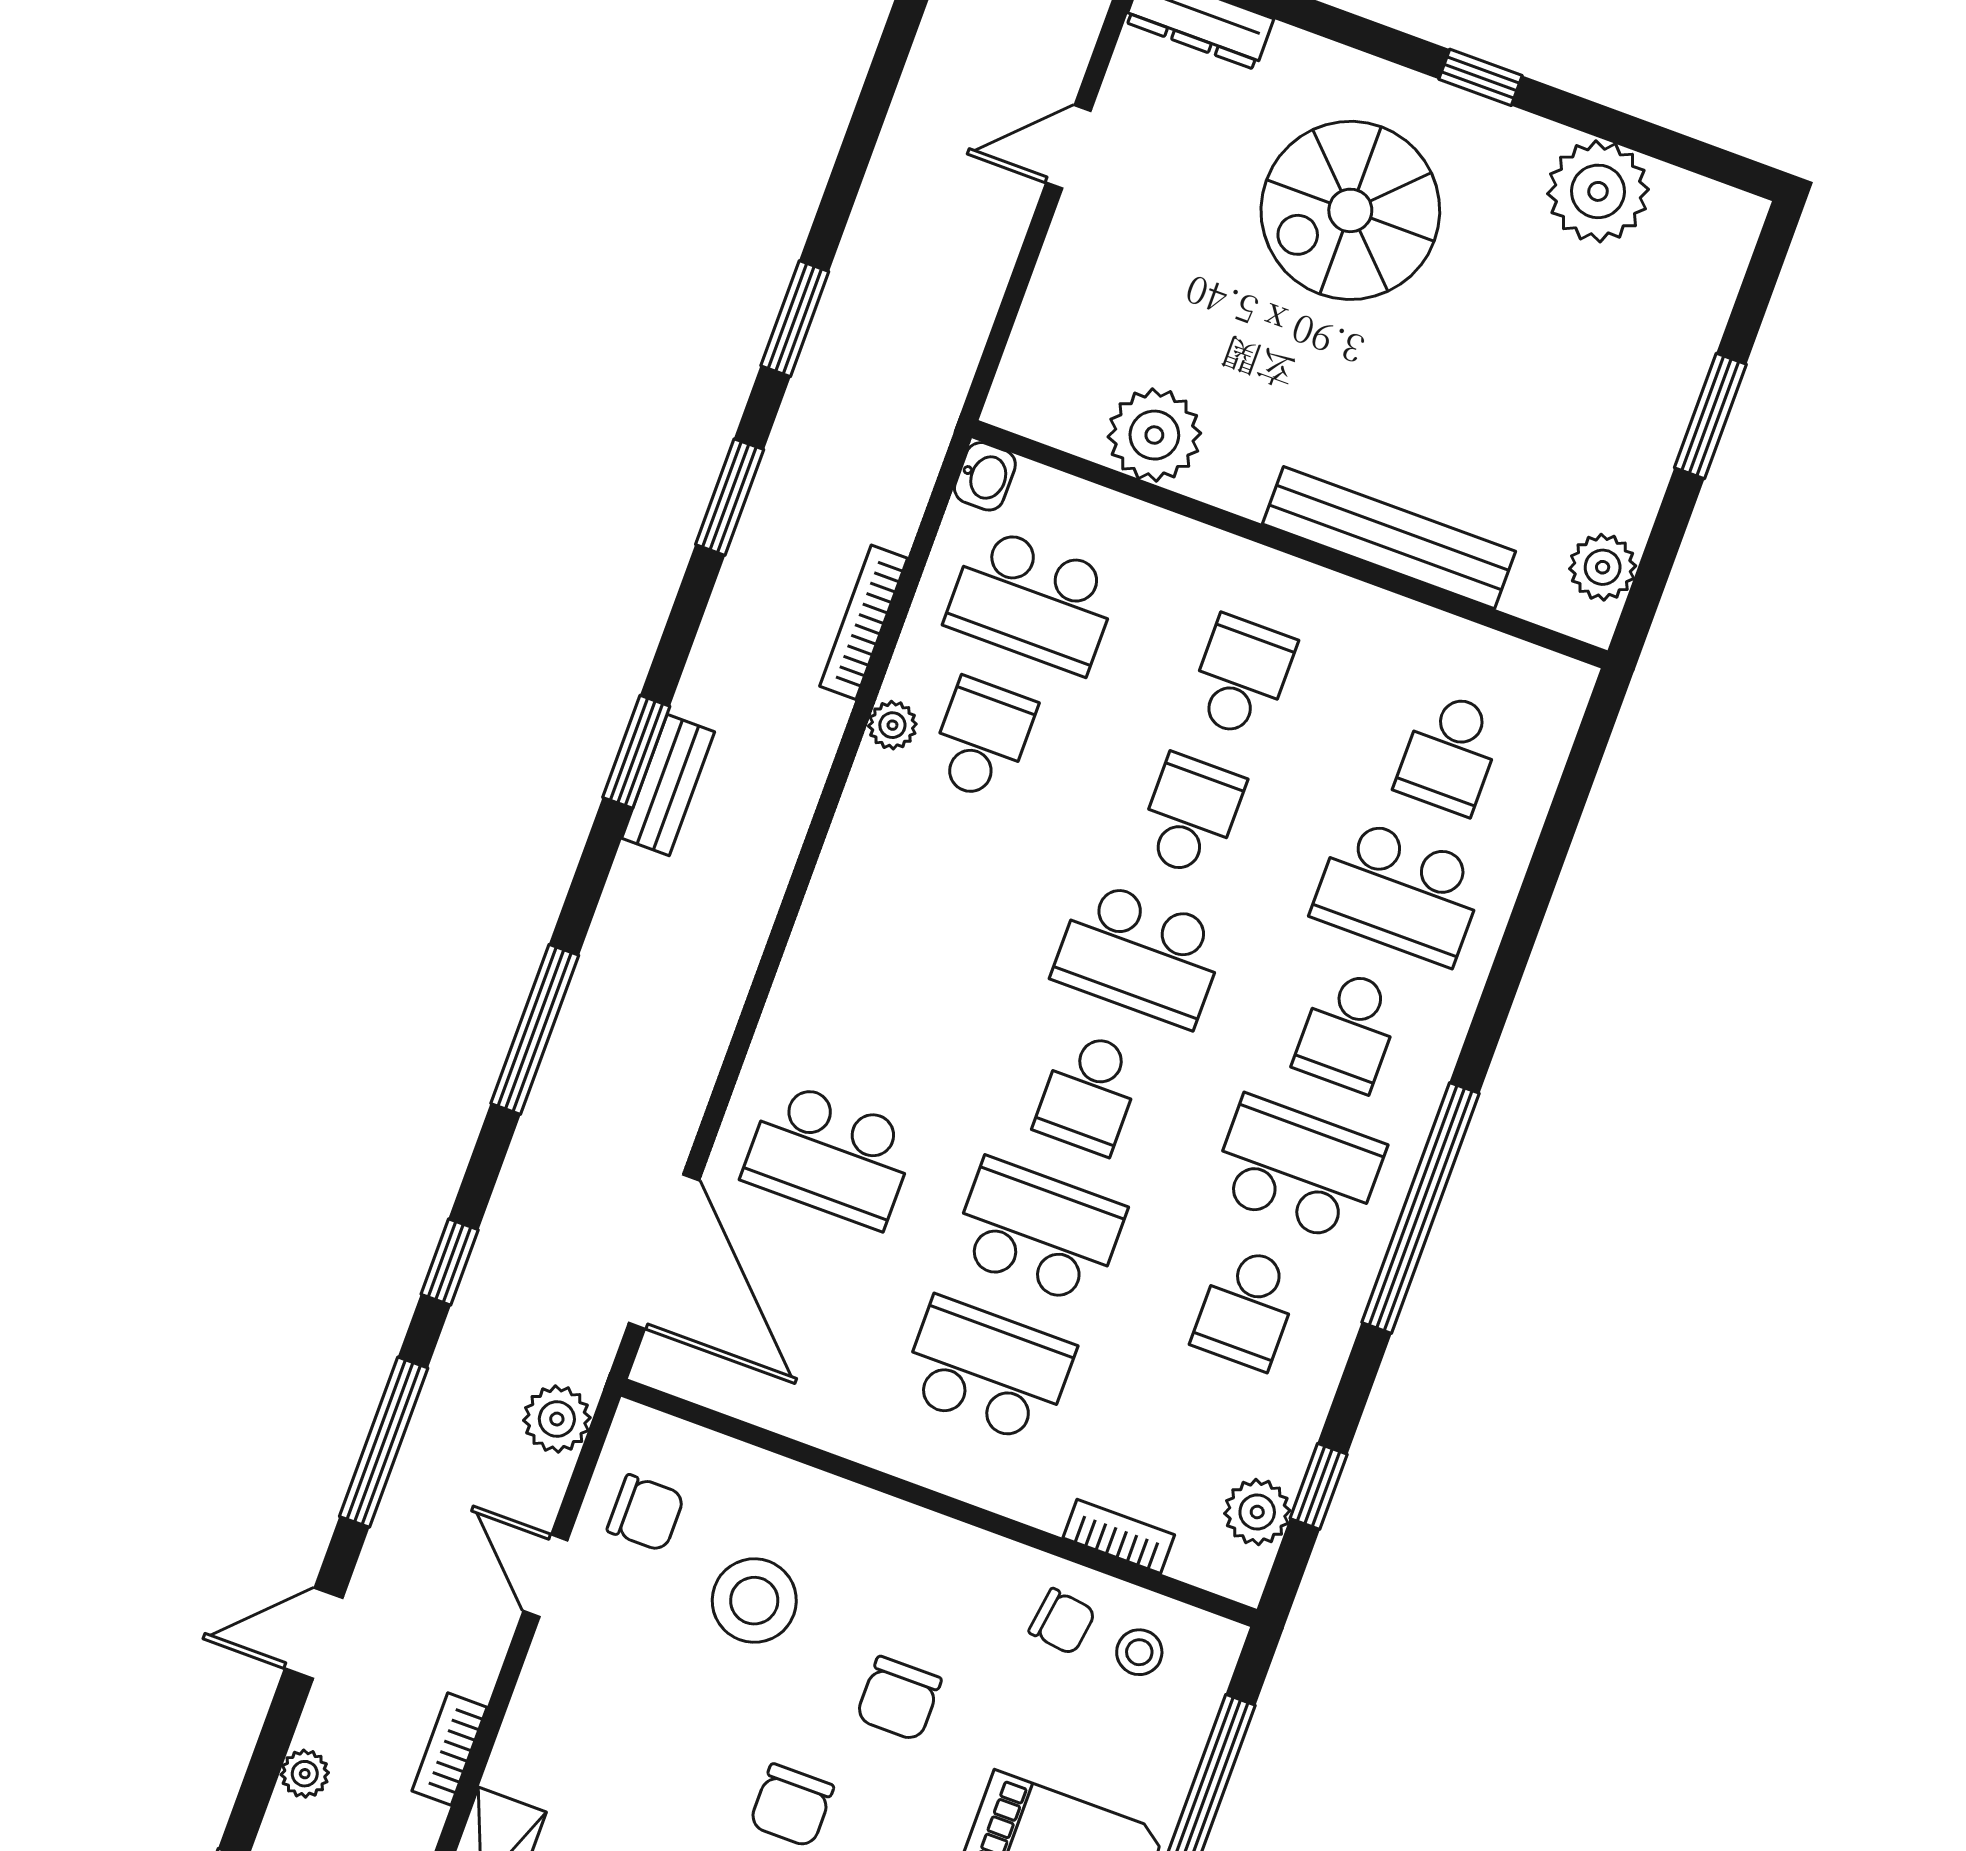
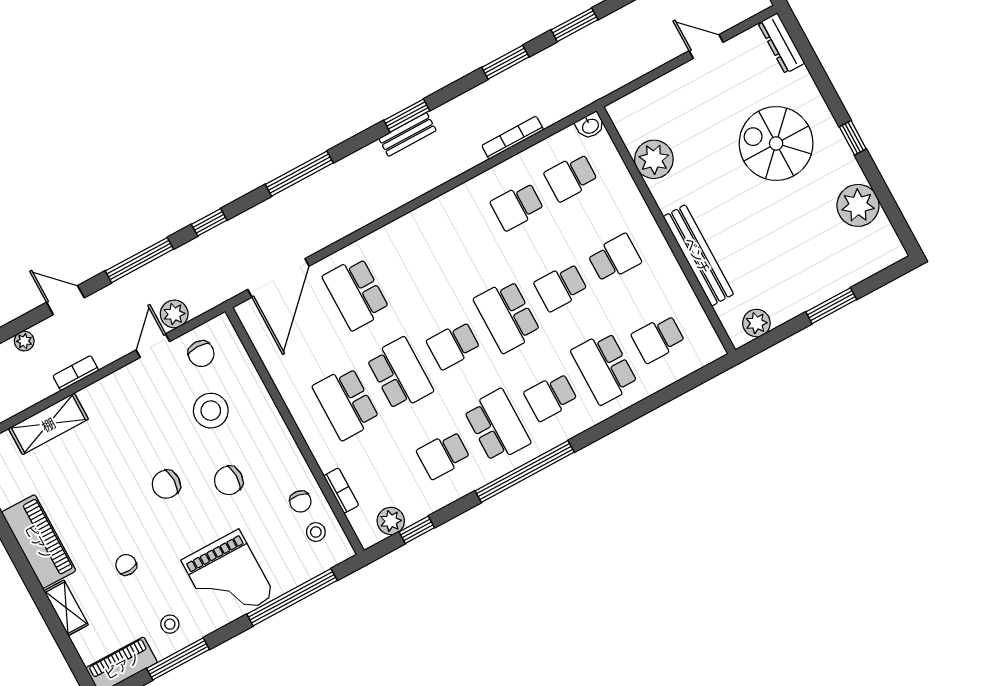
school desk: (1033, 601) -> (571, 177), width x0.54
plant: (892, 725) -> (493, 177), removed
school desk: (982, 739) -> (517, 206), turned 180
school desk: (1190, 816) -> (561, 287), turned 180
school desk: (987, 1370) -> (346, 403), turned 180
plant: (557, 1419) -> (174, 314), moved

